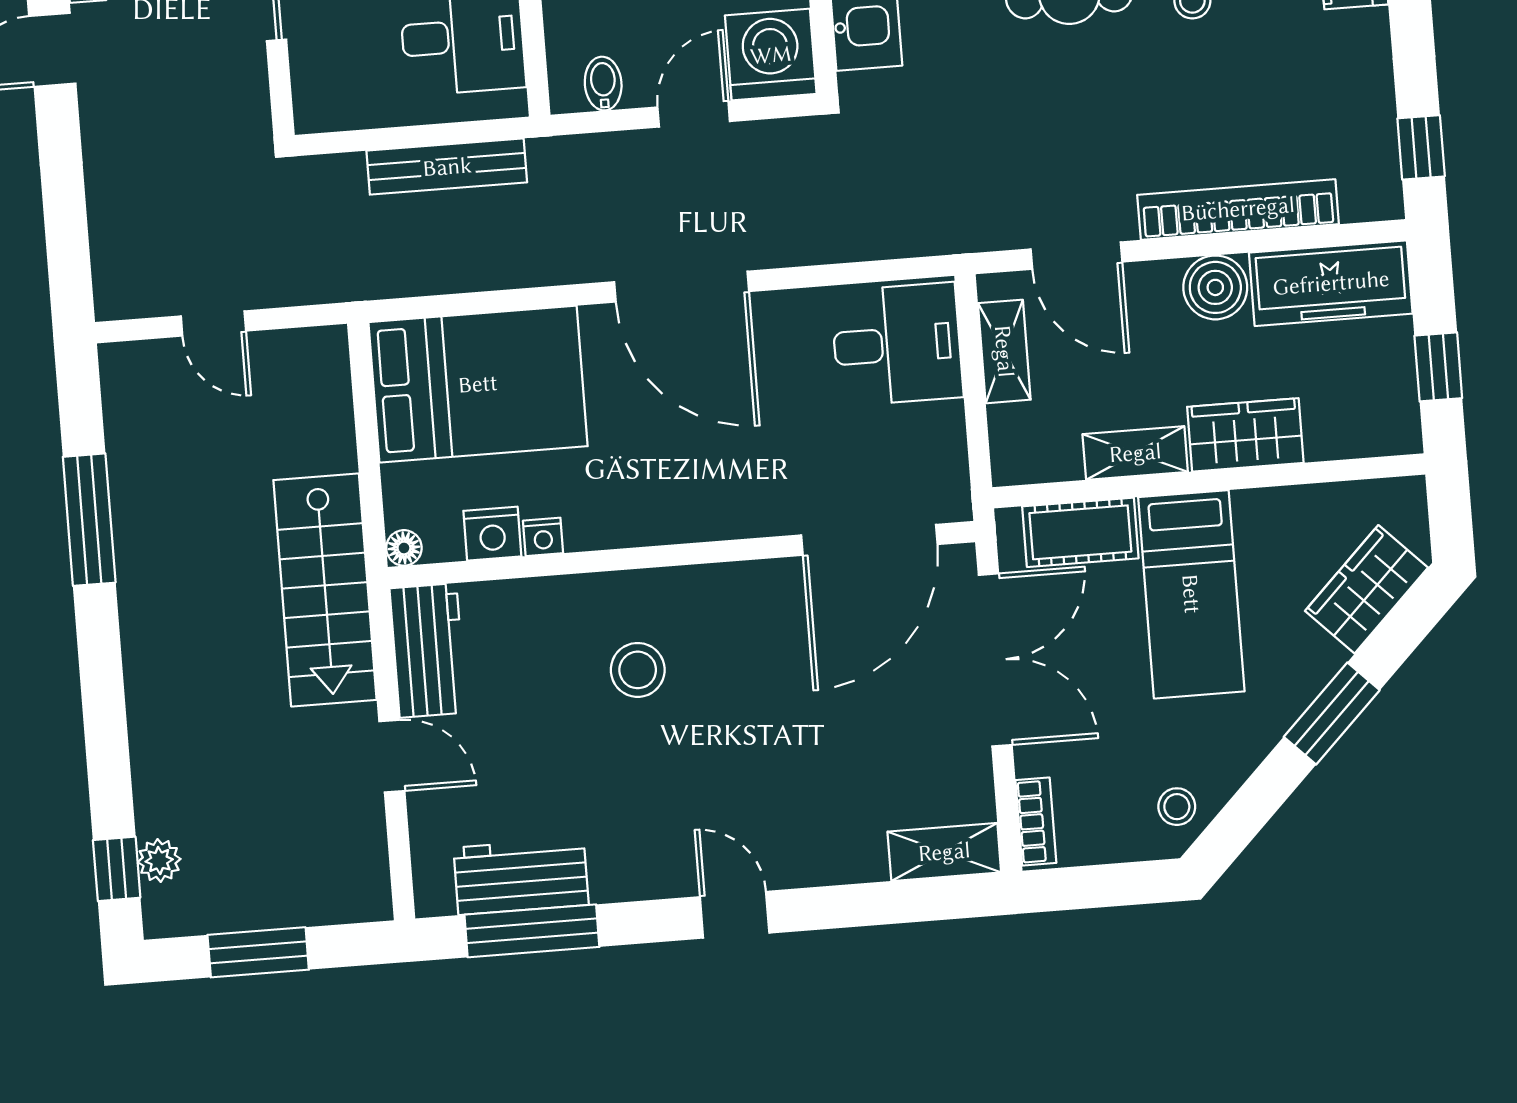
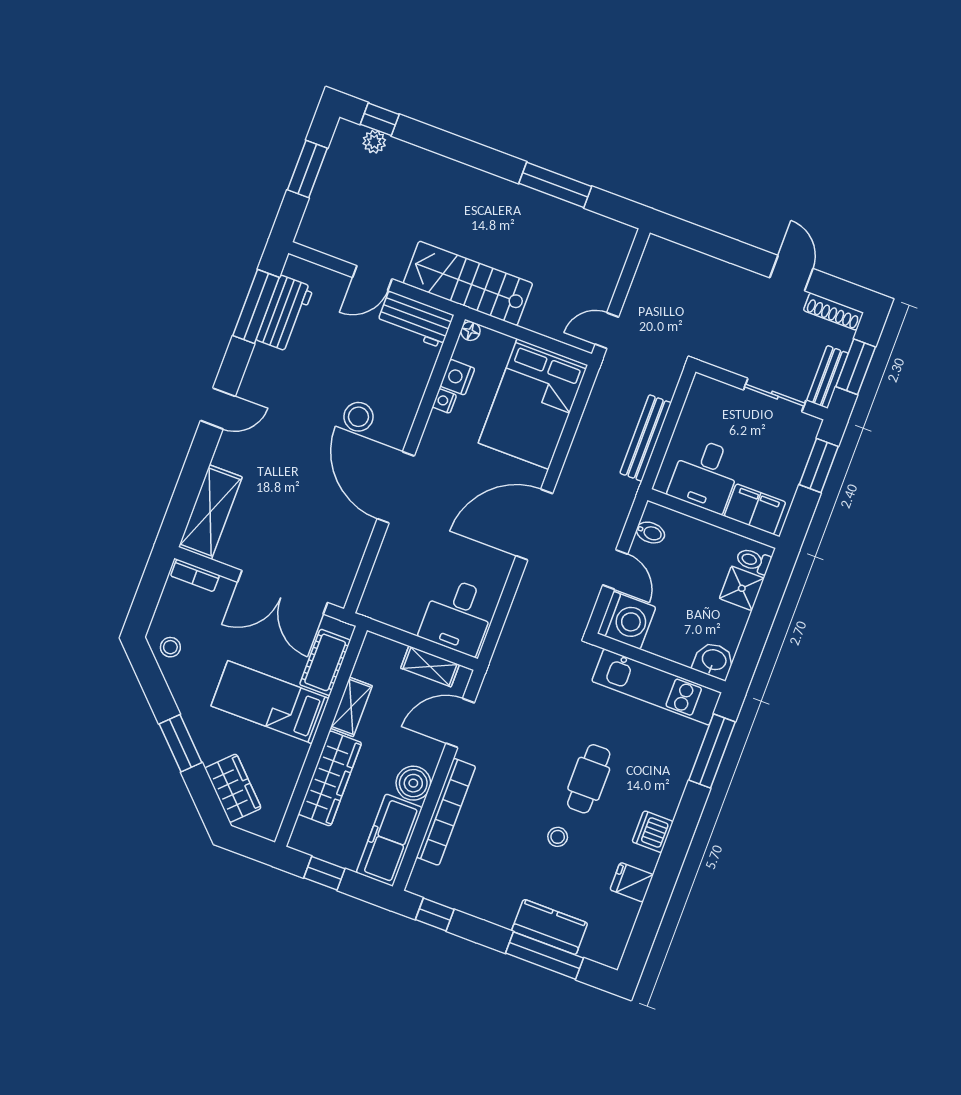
door: (213, 323) -> (607, 331), moved
wardrobe: (1245, 435) -> (330, 778), width x1.50
door: (869, 540) -> (396, 487), moved
shelving: (944, 852) -> (210, 512), width x1.50, depth x1.33

